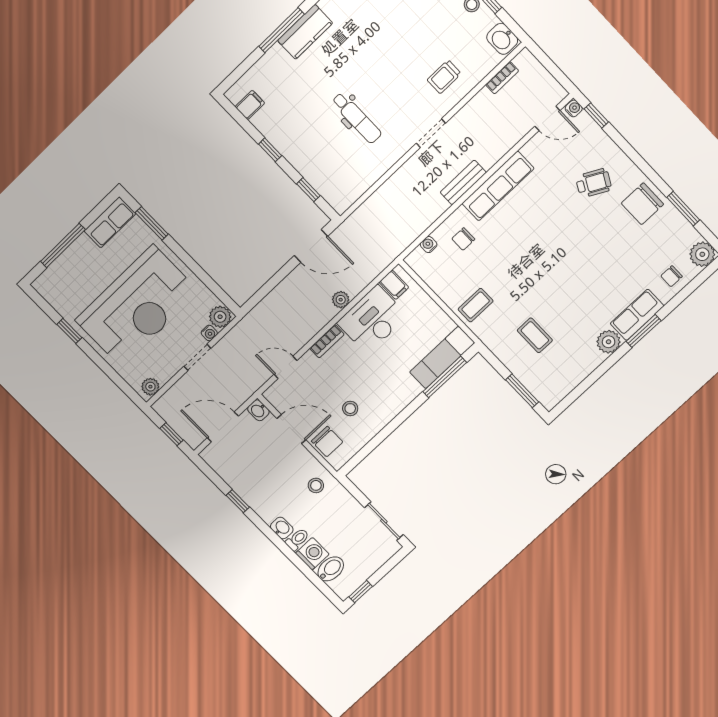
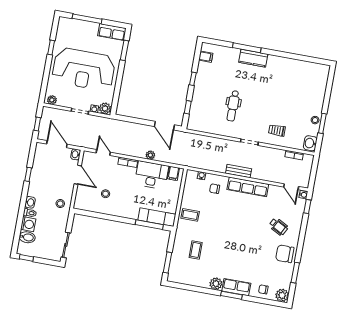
chair: (327, 442) -> (84, 194), removed

